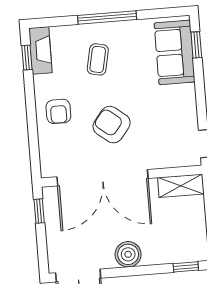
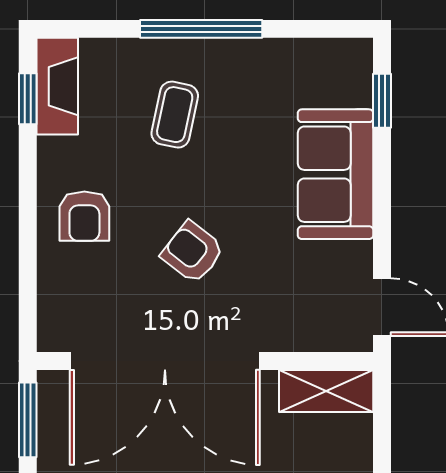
sofa: (175, 52) -> (336, 174), moved
armchair: (112, 125) -> (193, 252), width x0.72, depth x0.72
window: (39, 211) -> (28, 420), width x1.50

